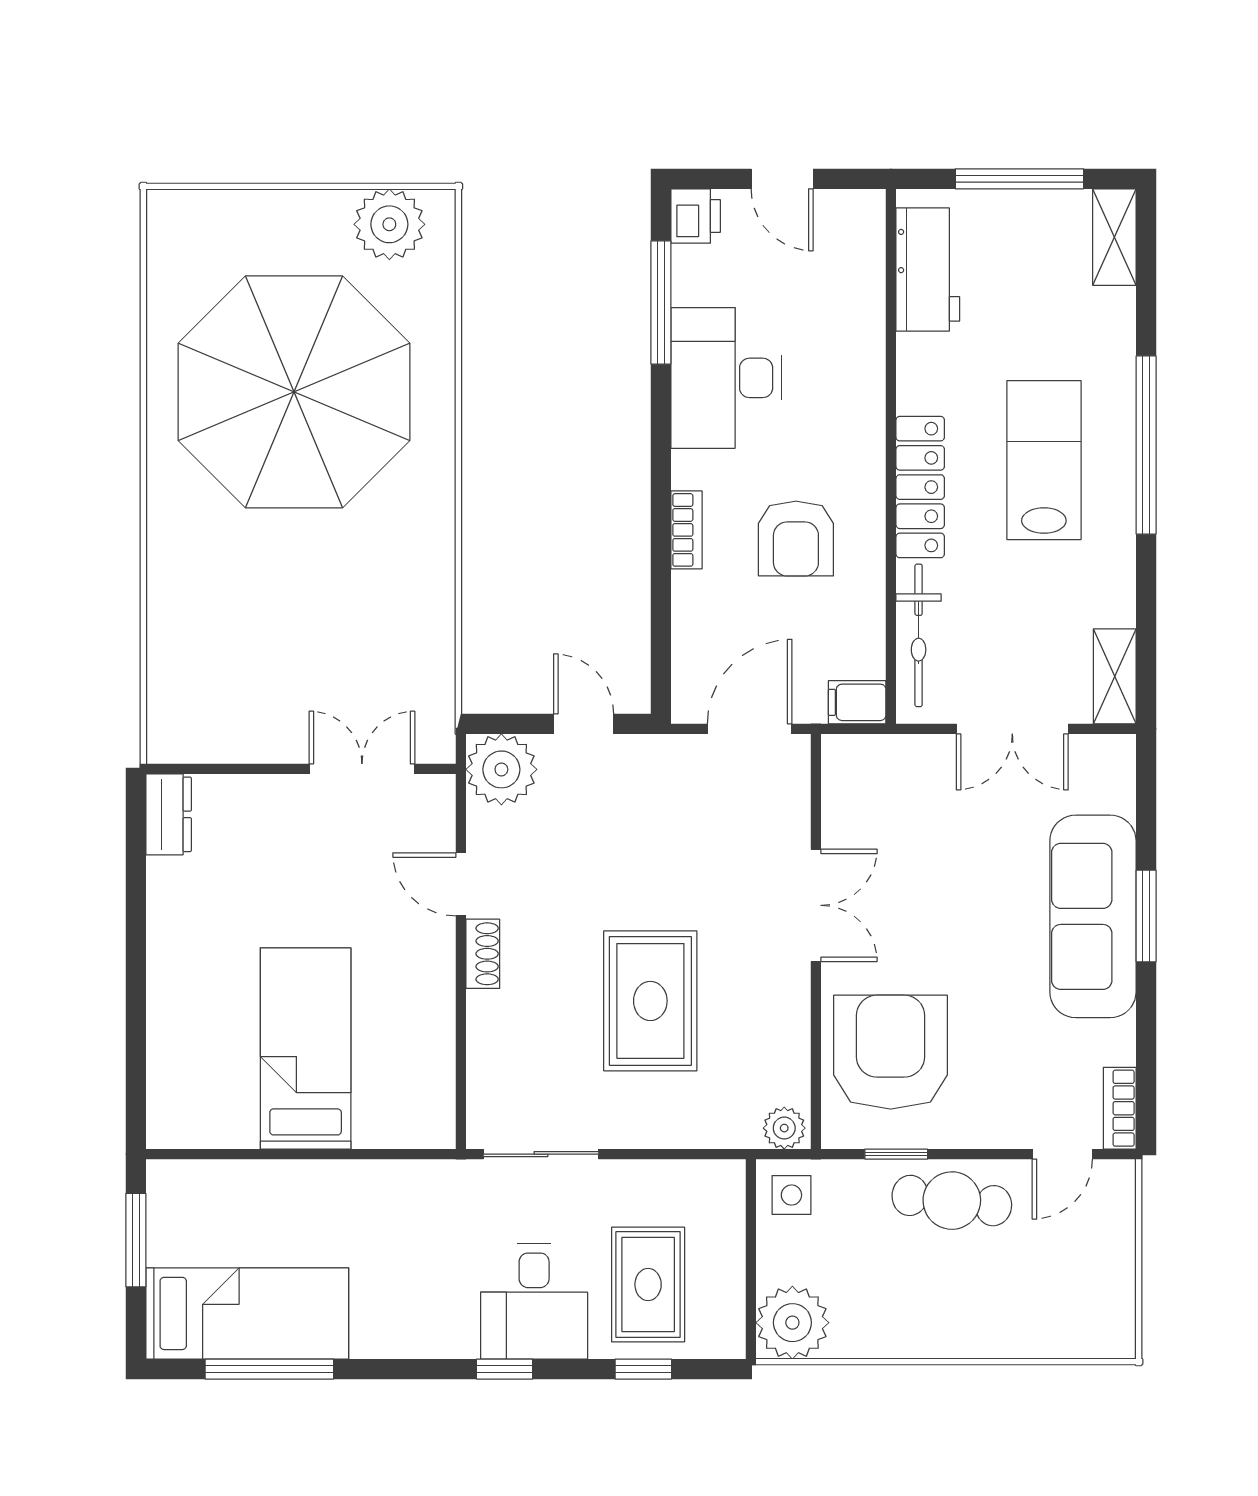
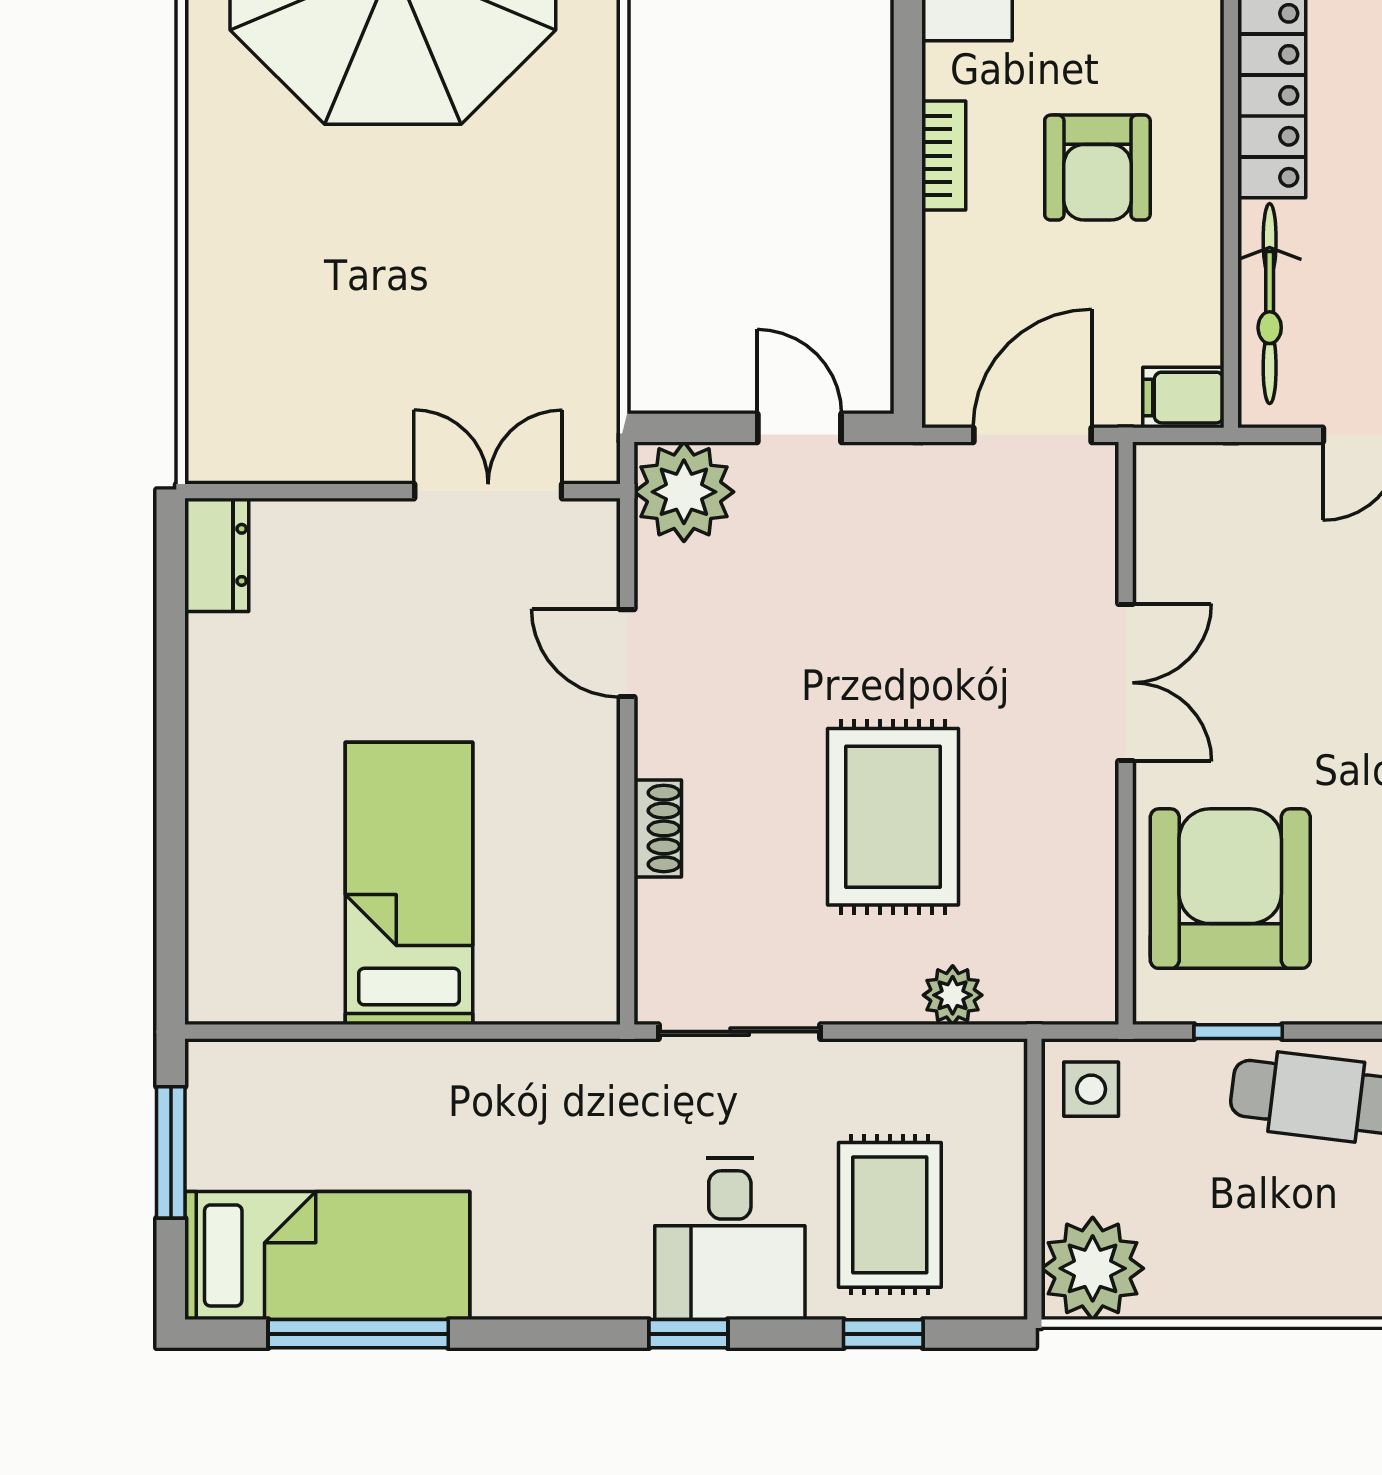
shoe rack: (483, 954) -> (658, 828), moved
plant: (784, 1128) -> (953, 995), moved

